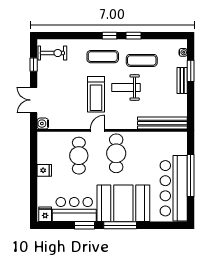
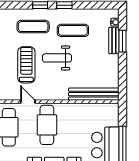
bench: (182, 81) -> (114, 40), moved
treadmill: (96, 94) -> (26, 65), turned 180
door: (97, 130) -> (28, 102), hinge flipped

